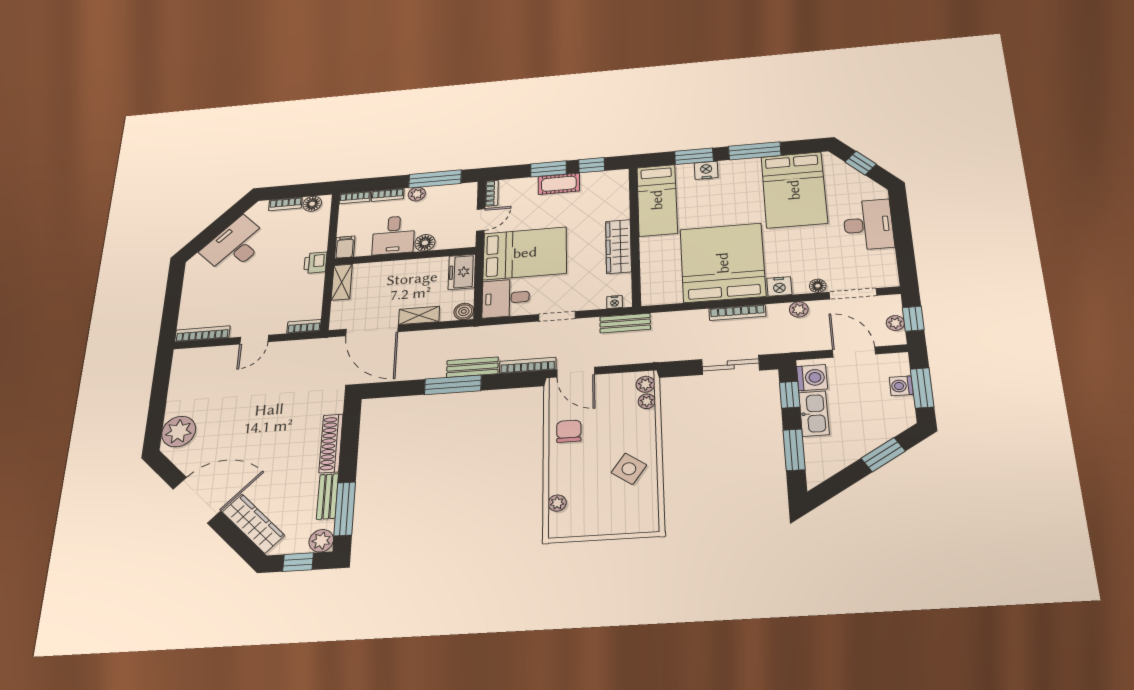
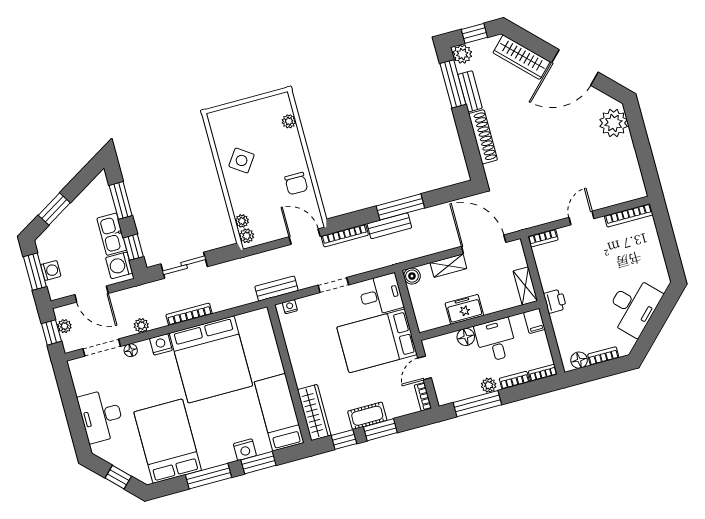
wardrobe: (618, 246) -> (314, 413), moved
freezer: (462, 272) -> (464, 309), moved, turned -90

